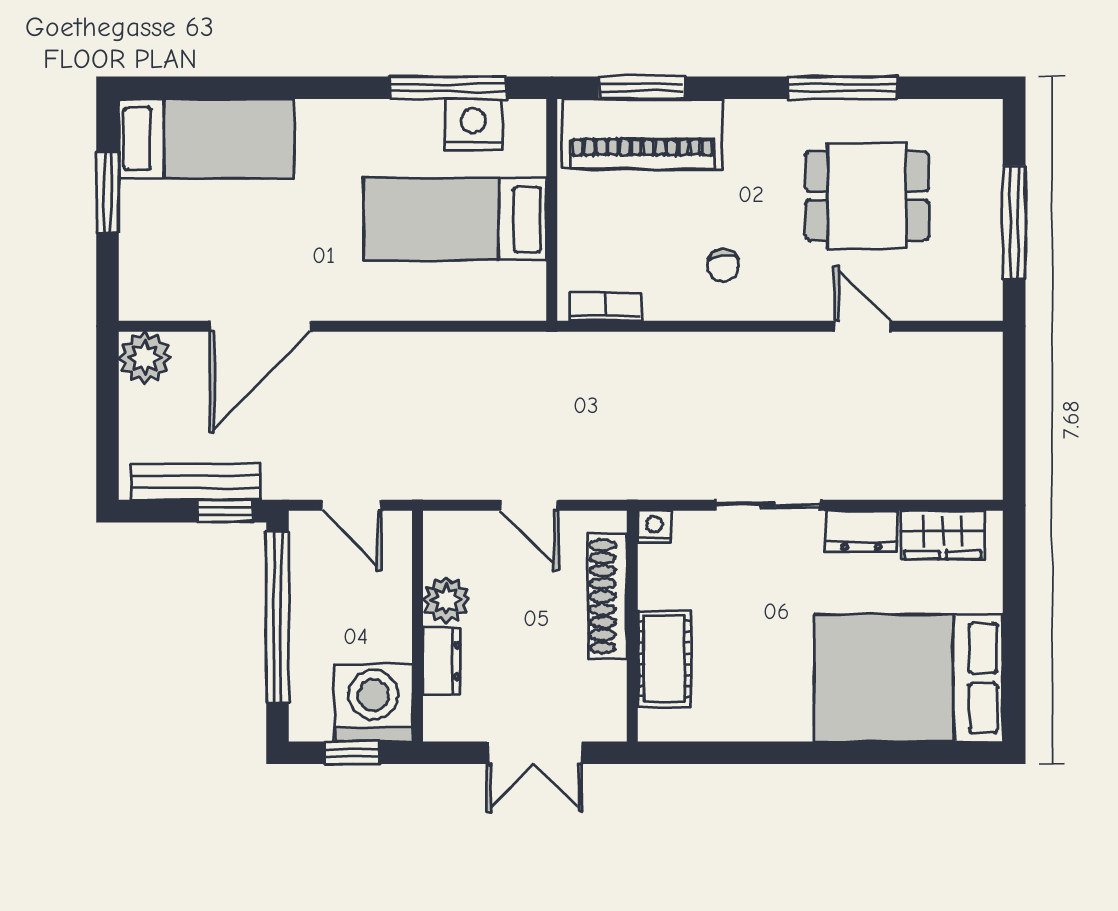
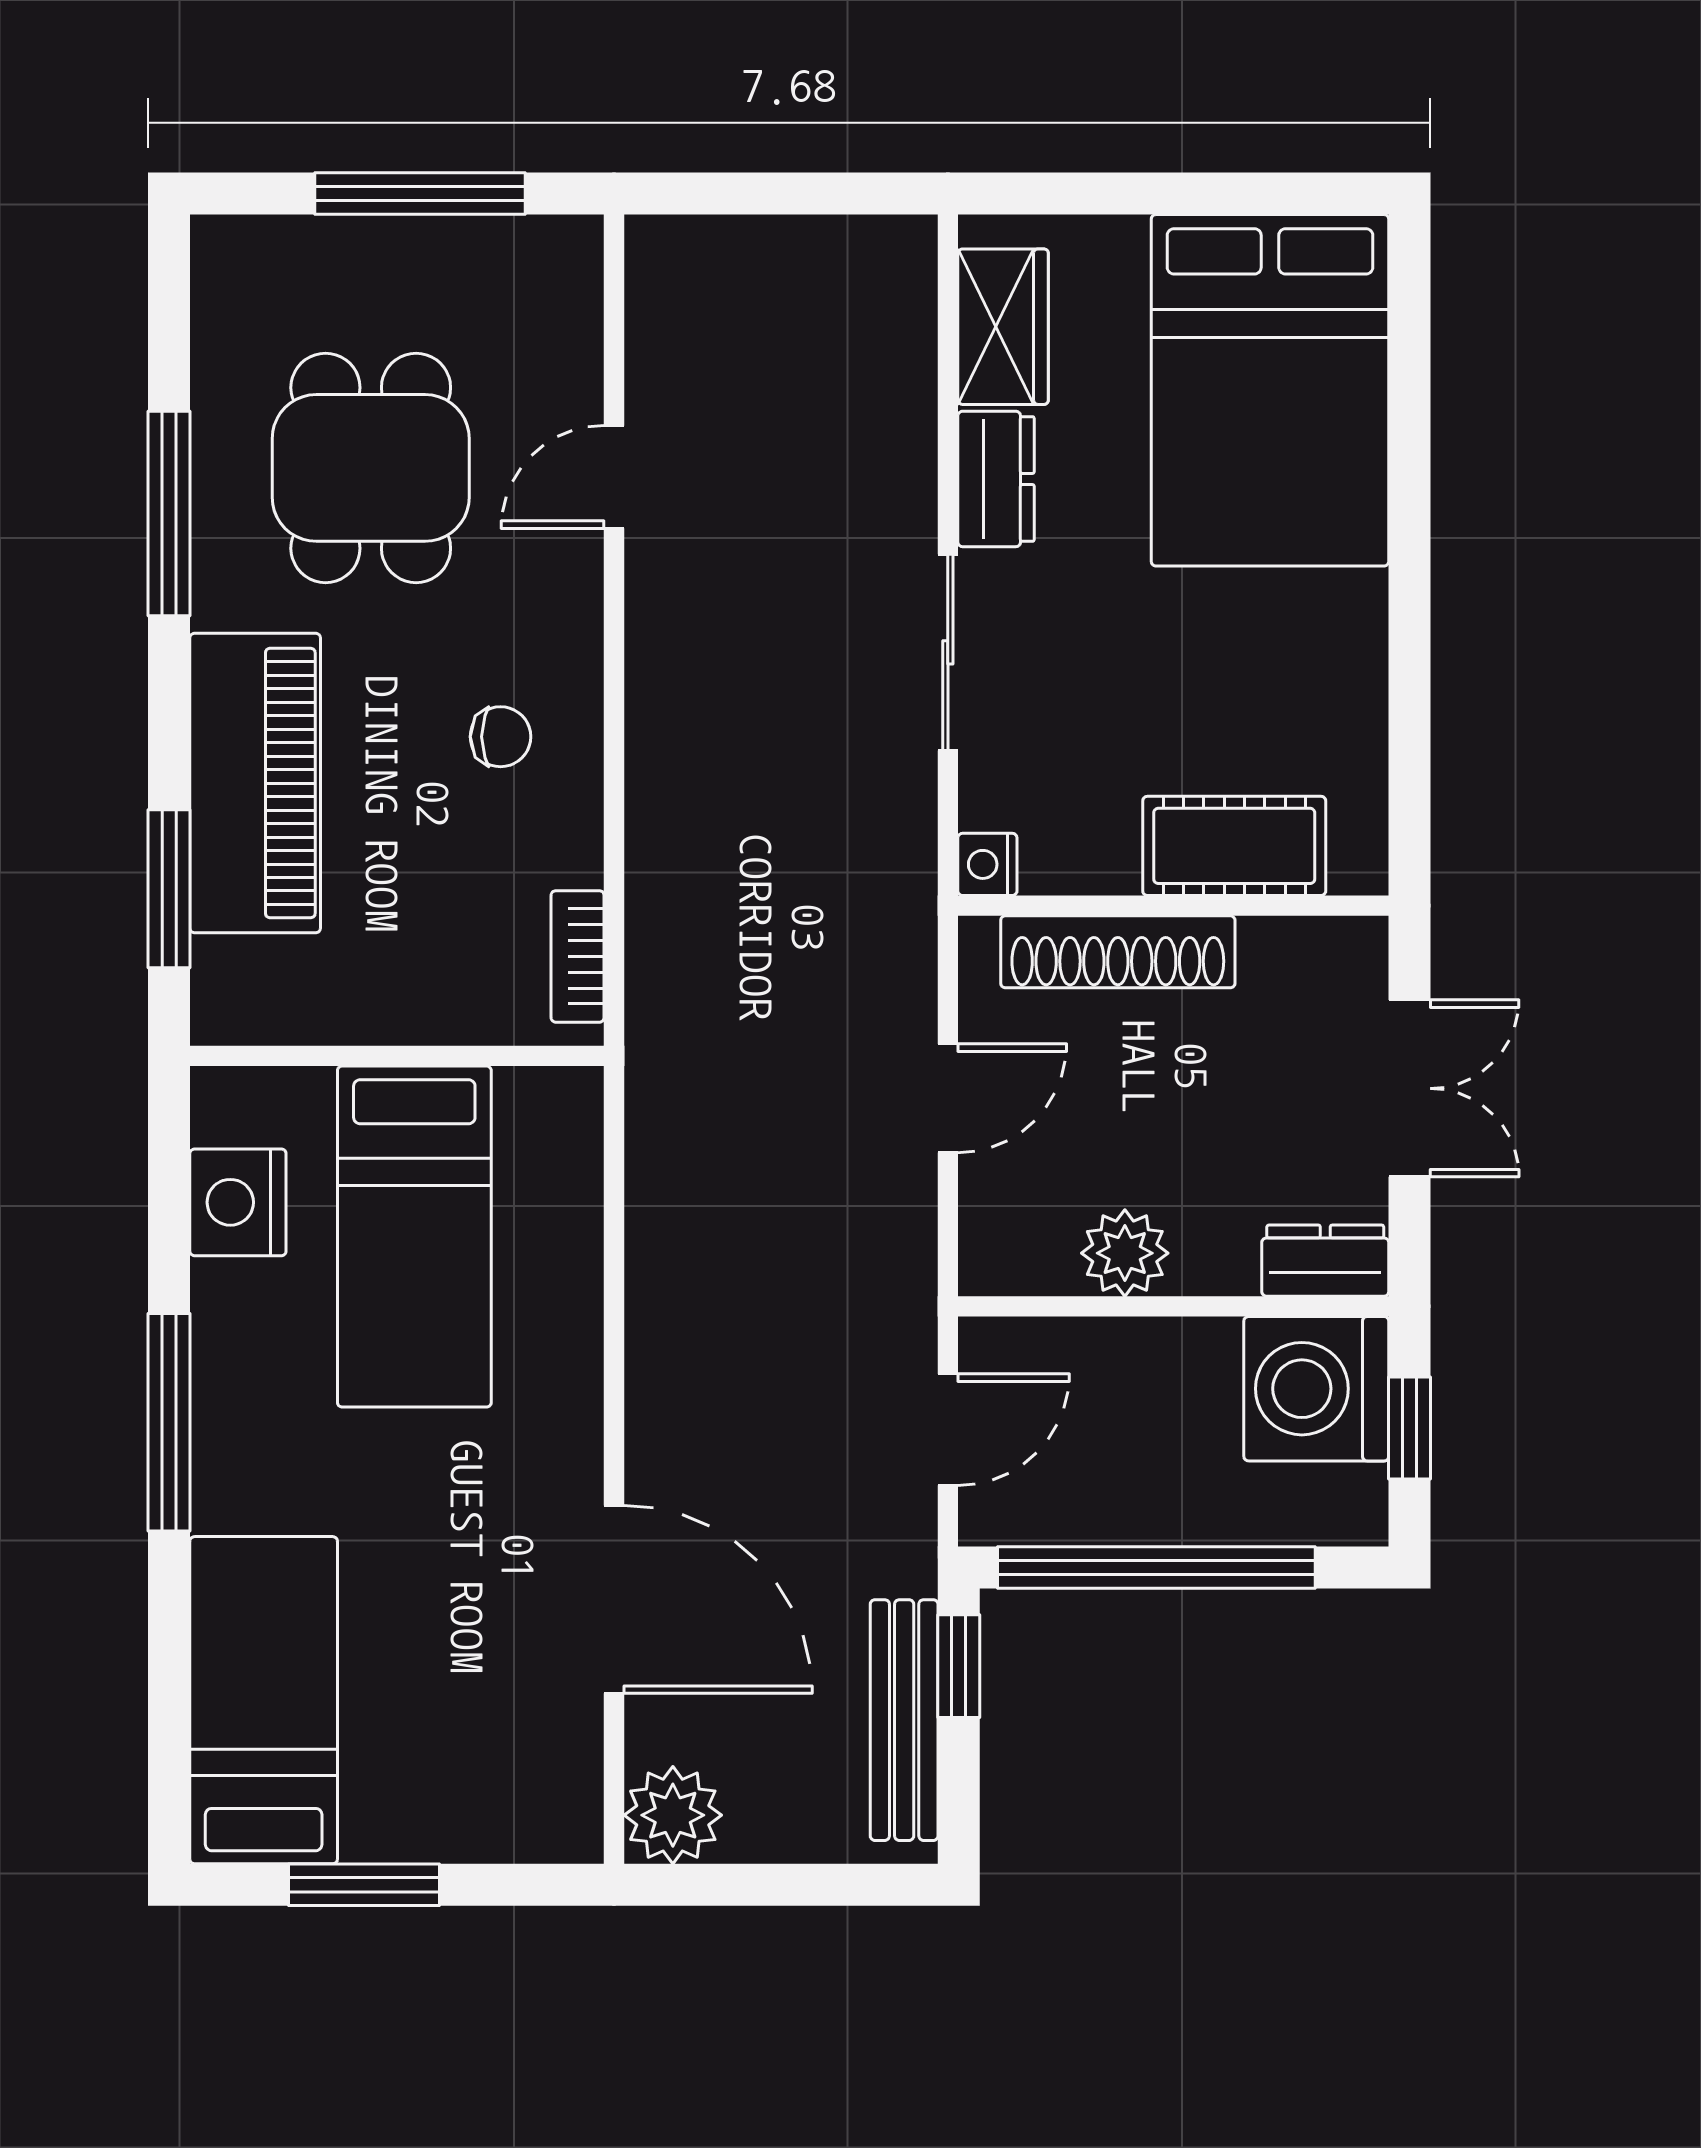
window: (448, 88) -> (169, 1422), moved
piano: (642, 134) -> (255, 783), moved
dresser: (442, 661) -> (1325, 1261), moved

